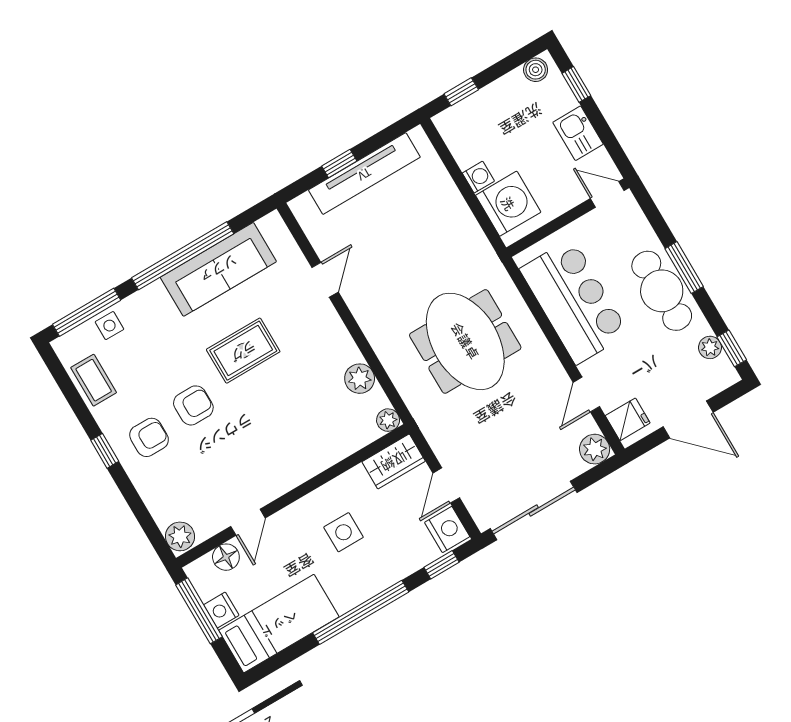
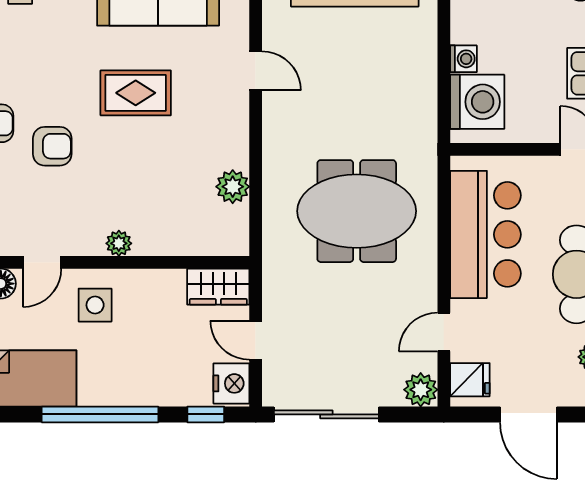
door: (325, 280) -> (256, 71), hinge flipped
meeting table: (465, 341) -> (357, 211), turned 90
armchair: (193, 405) -> (52, 146), moved
plant: (388, 420) -> (119, 243), moved
door: (446, 485) -> (256, 340), hinge flipped
side table: (344, 532) -> (95, 305), moved

